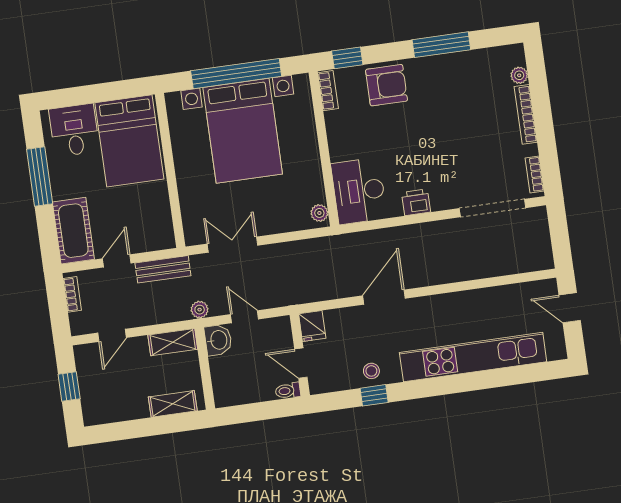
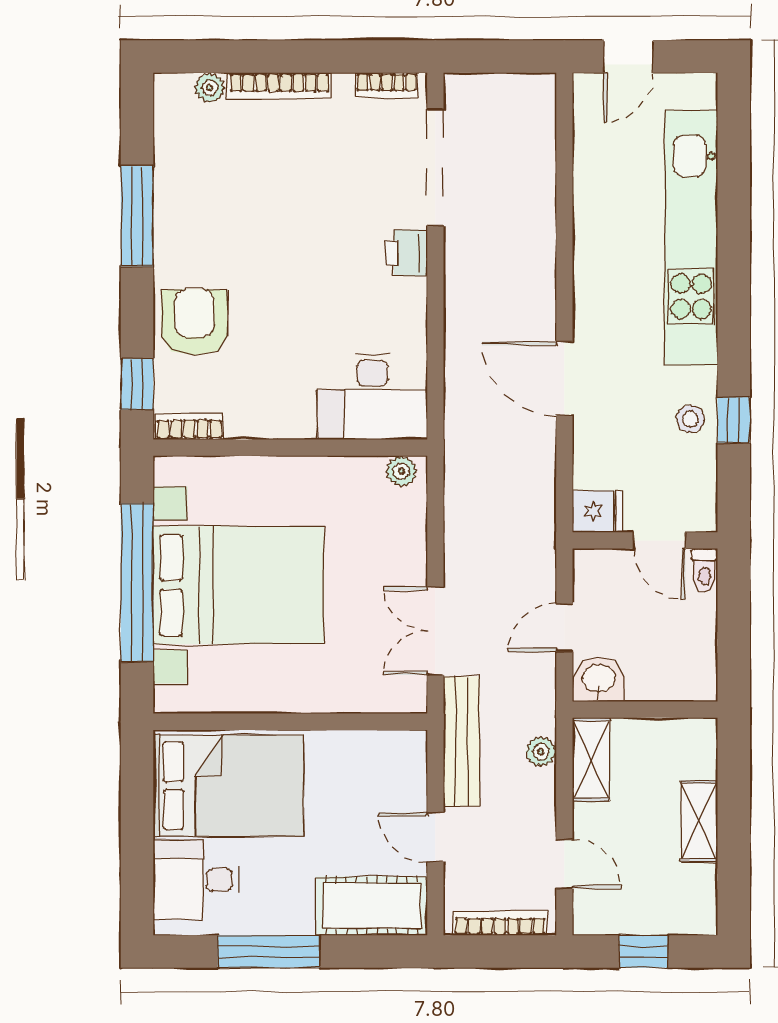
printer: (416, 202) -> (406, 253), moved
bench: (163, 269) -> (461, 741), width x1.36
bookcase: (72, 294) -> (500, 923), width x1.56
plant: (200, 310) -> (541, 752), moved
door: (301, 363) -> (659, 540), hinge flipped
shelving: (173, 404) -> (699, 821), moved

